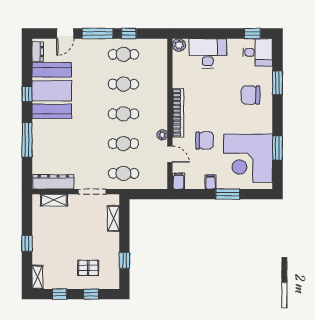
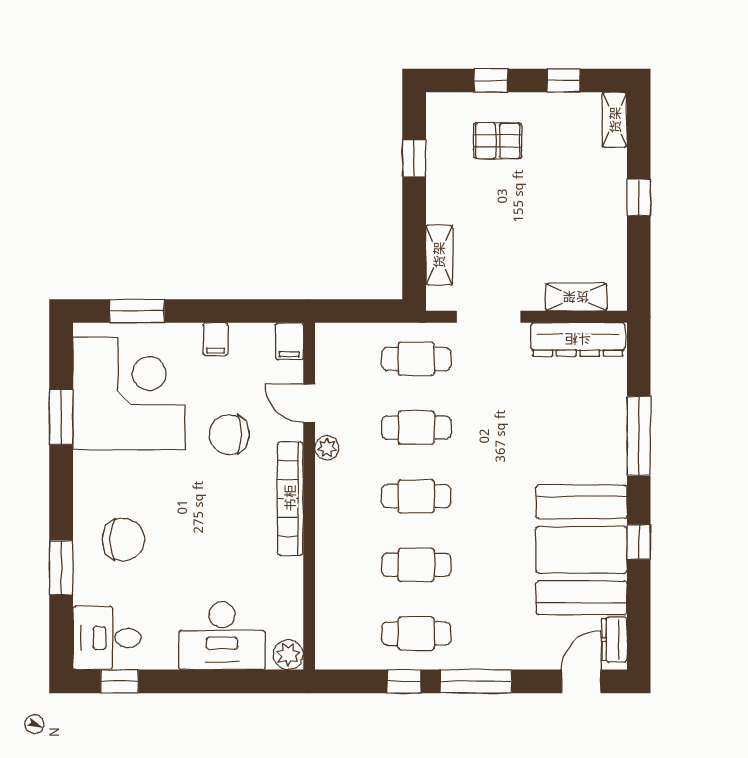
door: (65, 33) -> (581, 681), moved
window: (228, 194) -> (137, 311), moved

